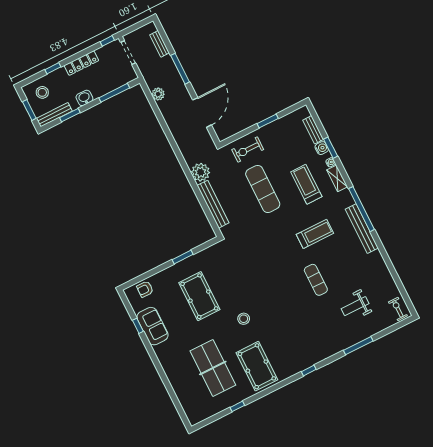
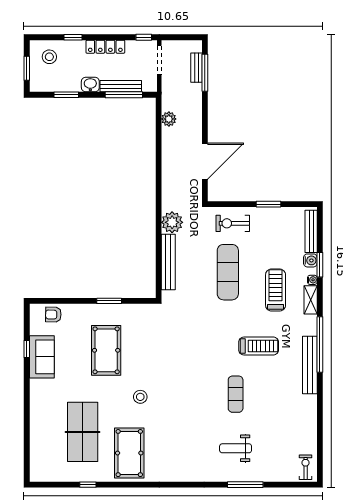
window: (180, 69) -> (205, 73), moved
bench: (54, 115) -> (121, 86), moved
bench: (313, 130) -> (311, 231), width x1.36
weight bench: (355, 306) -> (236, 448), moved
window: (309, 371) -> (181, 485), removed

